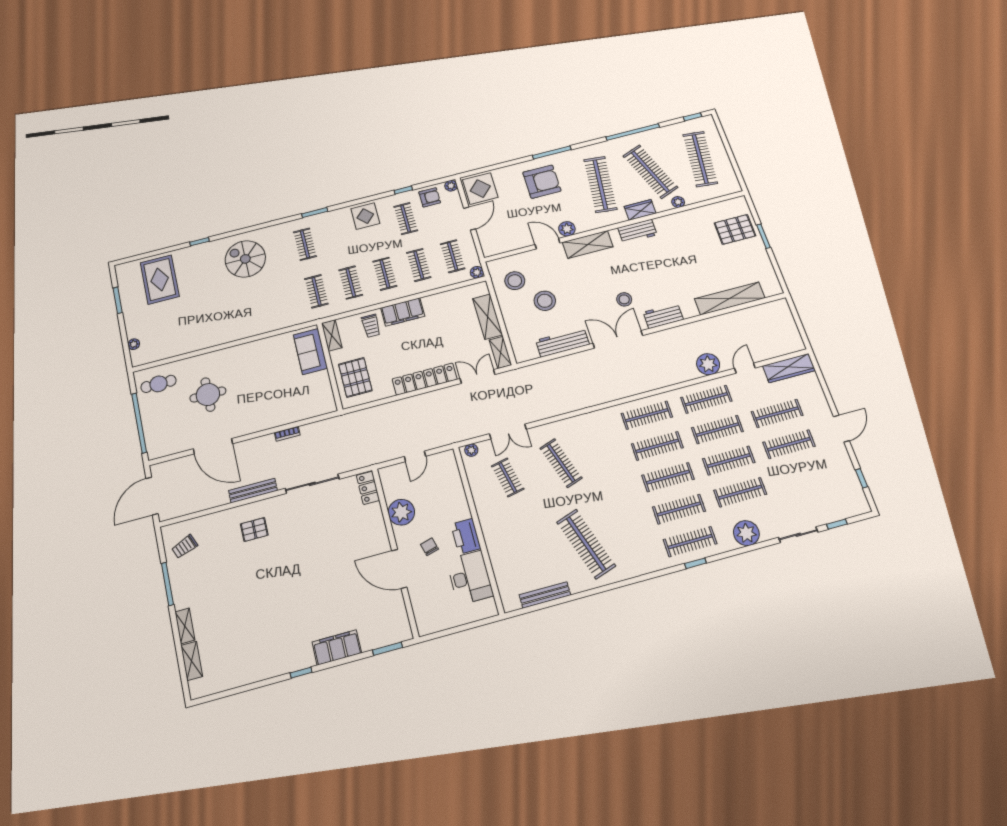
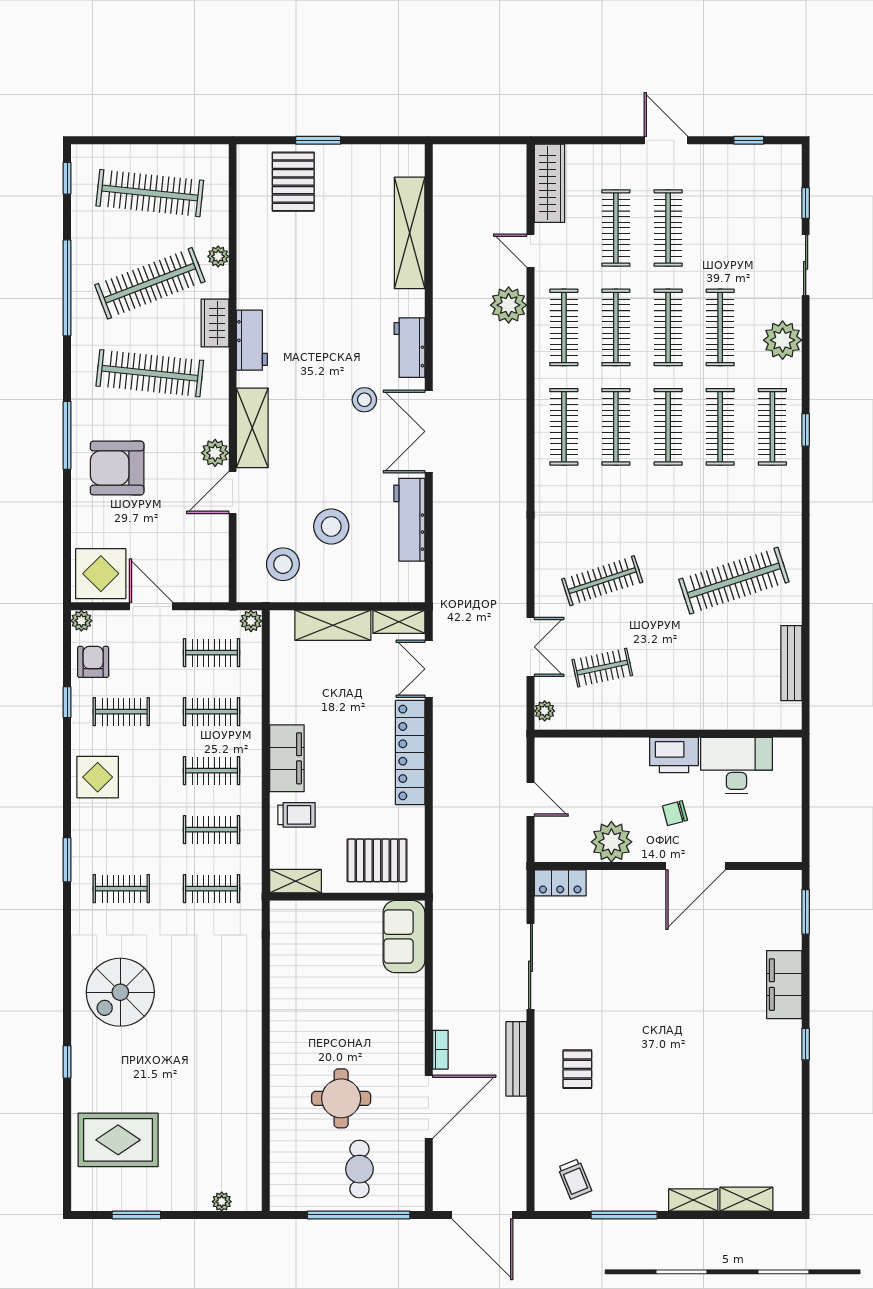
armchair: (542, 182) -> (117, 468), turned -90
sofa: (310, 351) -> (404, 937), moved, turned 90
cafe table: (159, 384) -> (359, 1169), moved
bookcase: (287, 434) -> (440, 1050), moved

